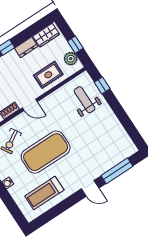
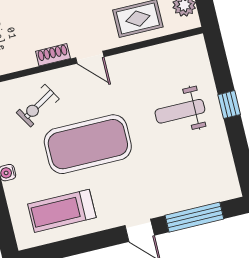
window: (102, 85) -> (229, 105), moved
weight bench: (85, 100) -> (180, 111), moved, turned -90

